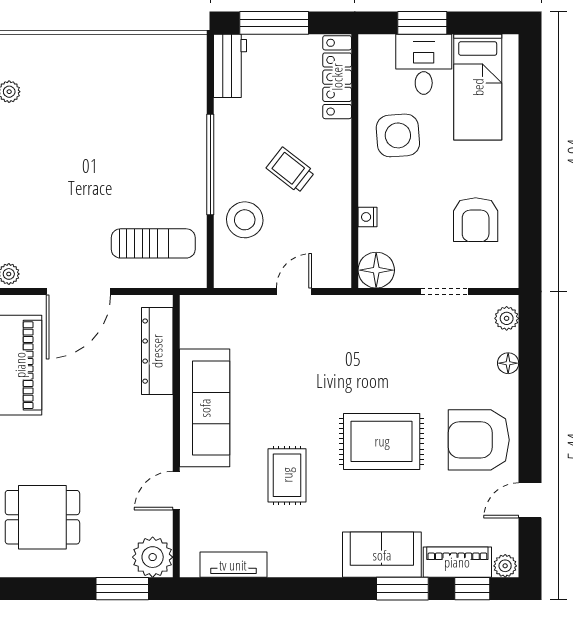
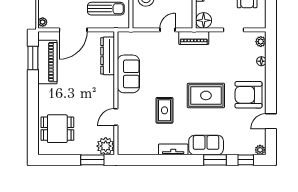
sofa: (205, 408) -> (128, 74), width x0.73
piano: (457, 562) -> (194, 38), moved, turned 180
tv unit: (233, 565) -> (173, 149), moved

